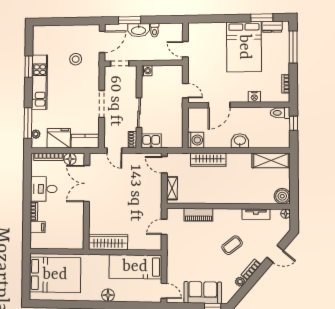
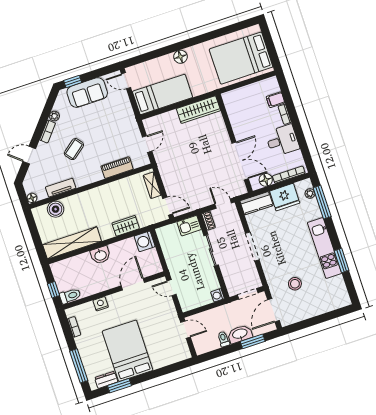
wardrobe: (208, 160) -> (126, 226), width x0.67
shelving: (271, 160) -> (72, 243), width x1.47
boiler: (282, 196) -> (56, 209), moved

